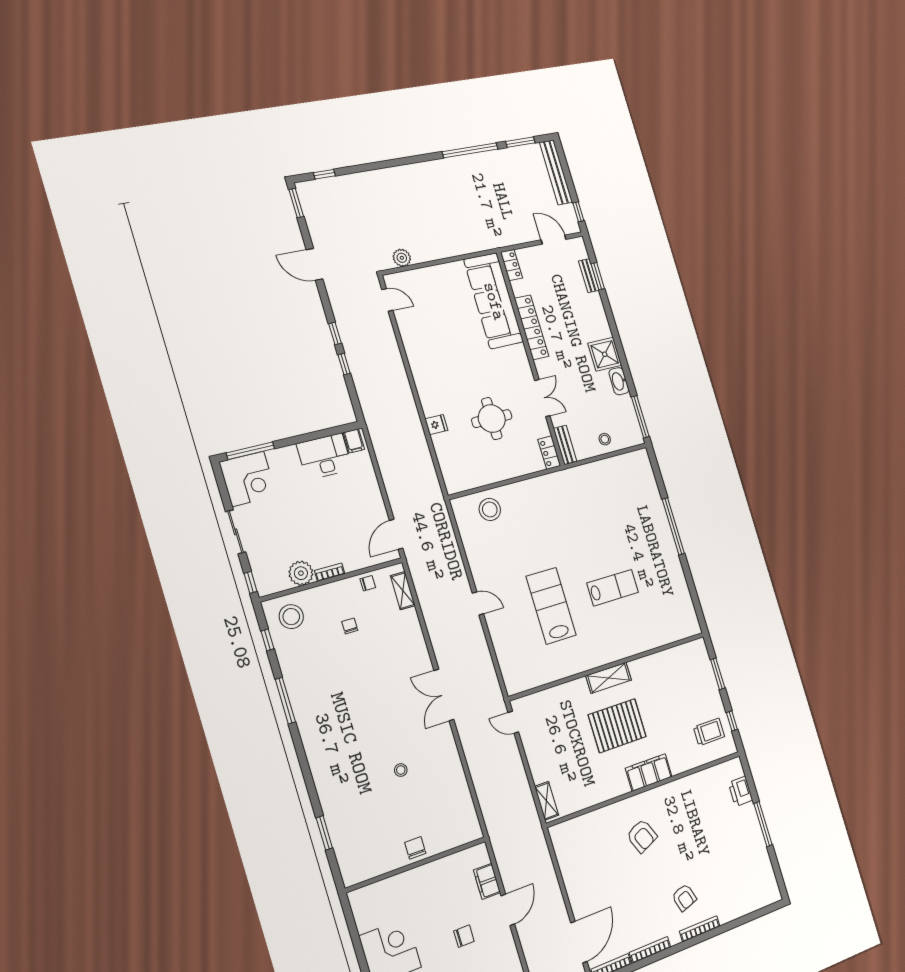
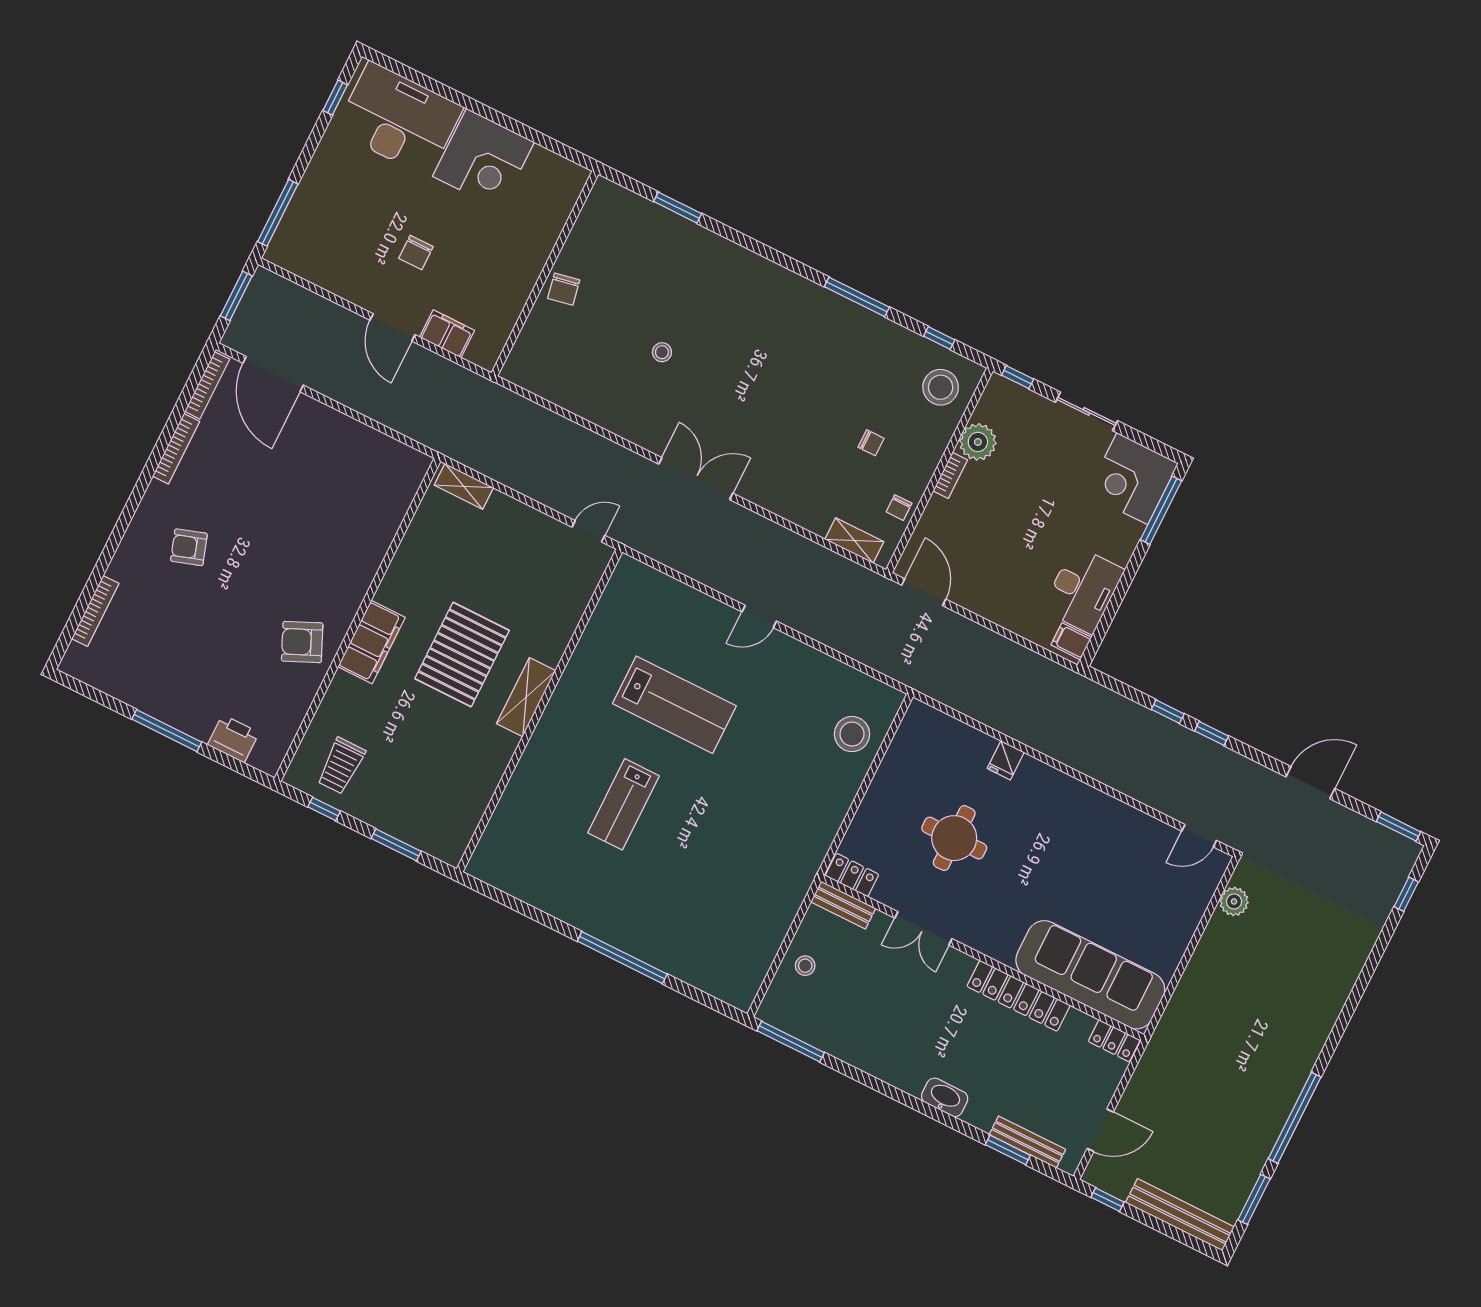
bench: (589, 276) -> (1027, 1142), width x1.36
shower: (605, 354) -> (906, 1066), removed
washbasin: (619, 381) -> (945, 1097), moved
armchair: (642, 836) -> (302, 642), moved
chair: (415, 848) -> (564, 289), turned 79
bookcase: (700, 929) -> (95, 611), moved

